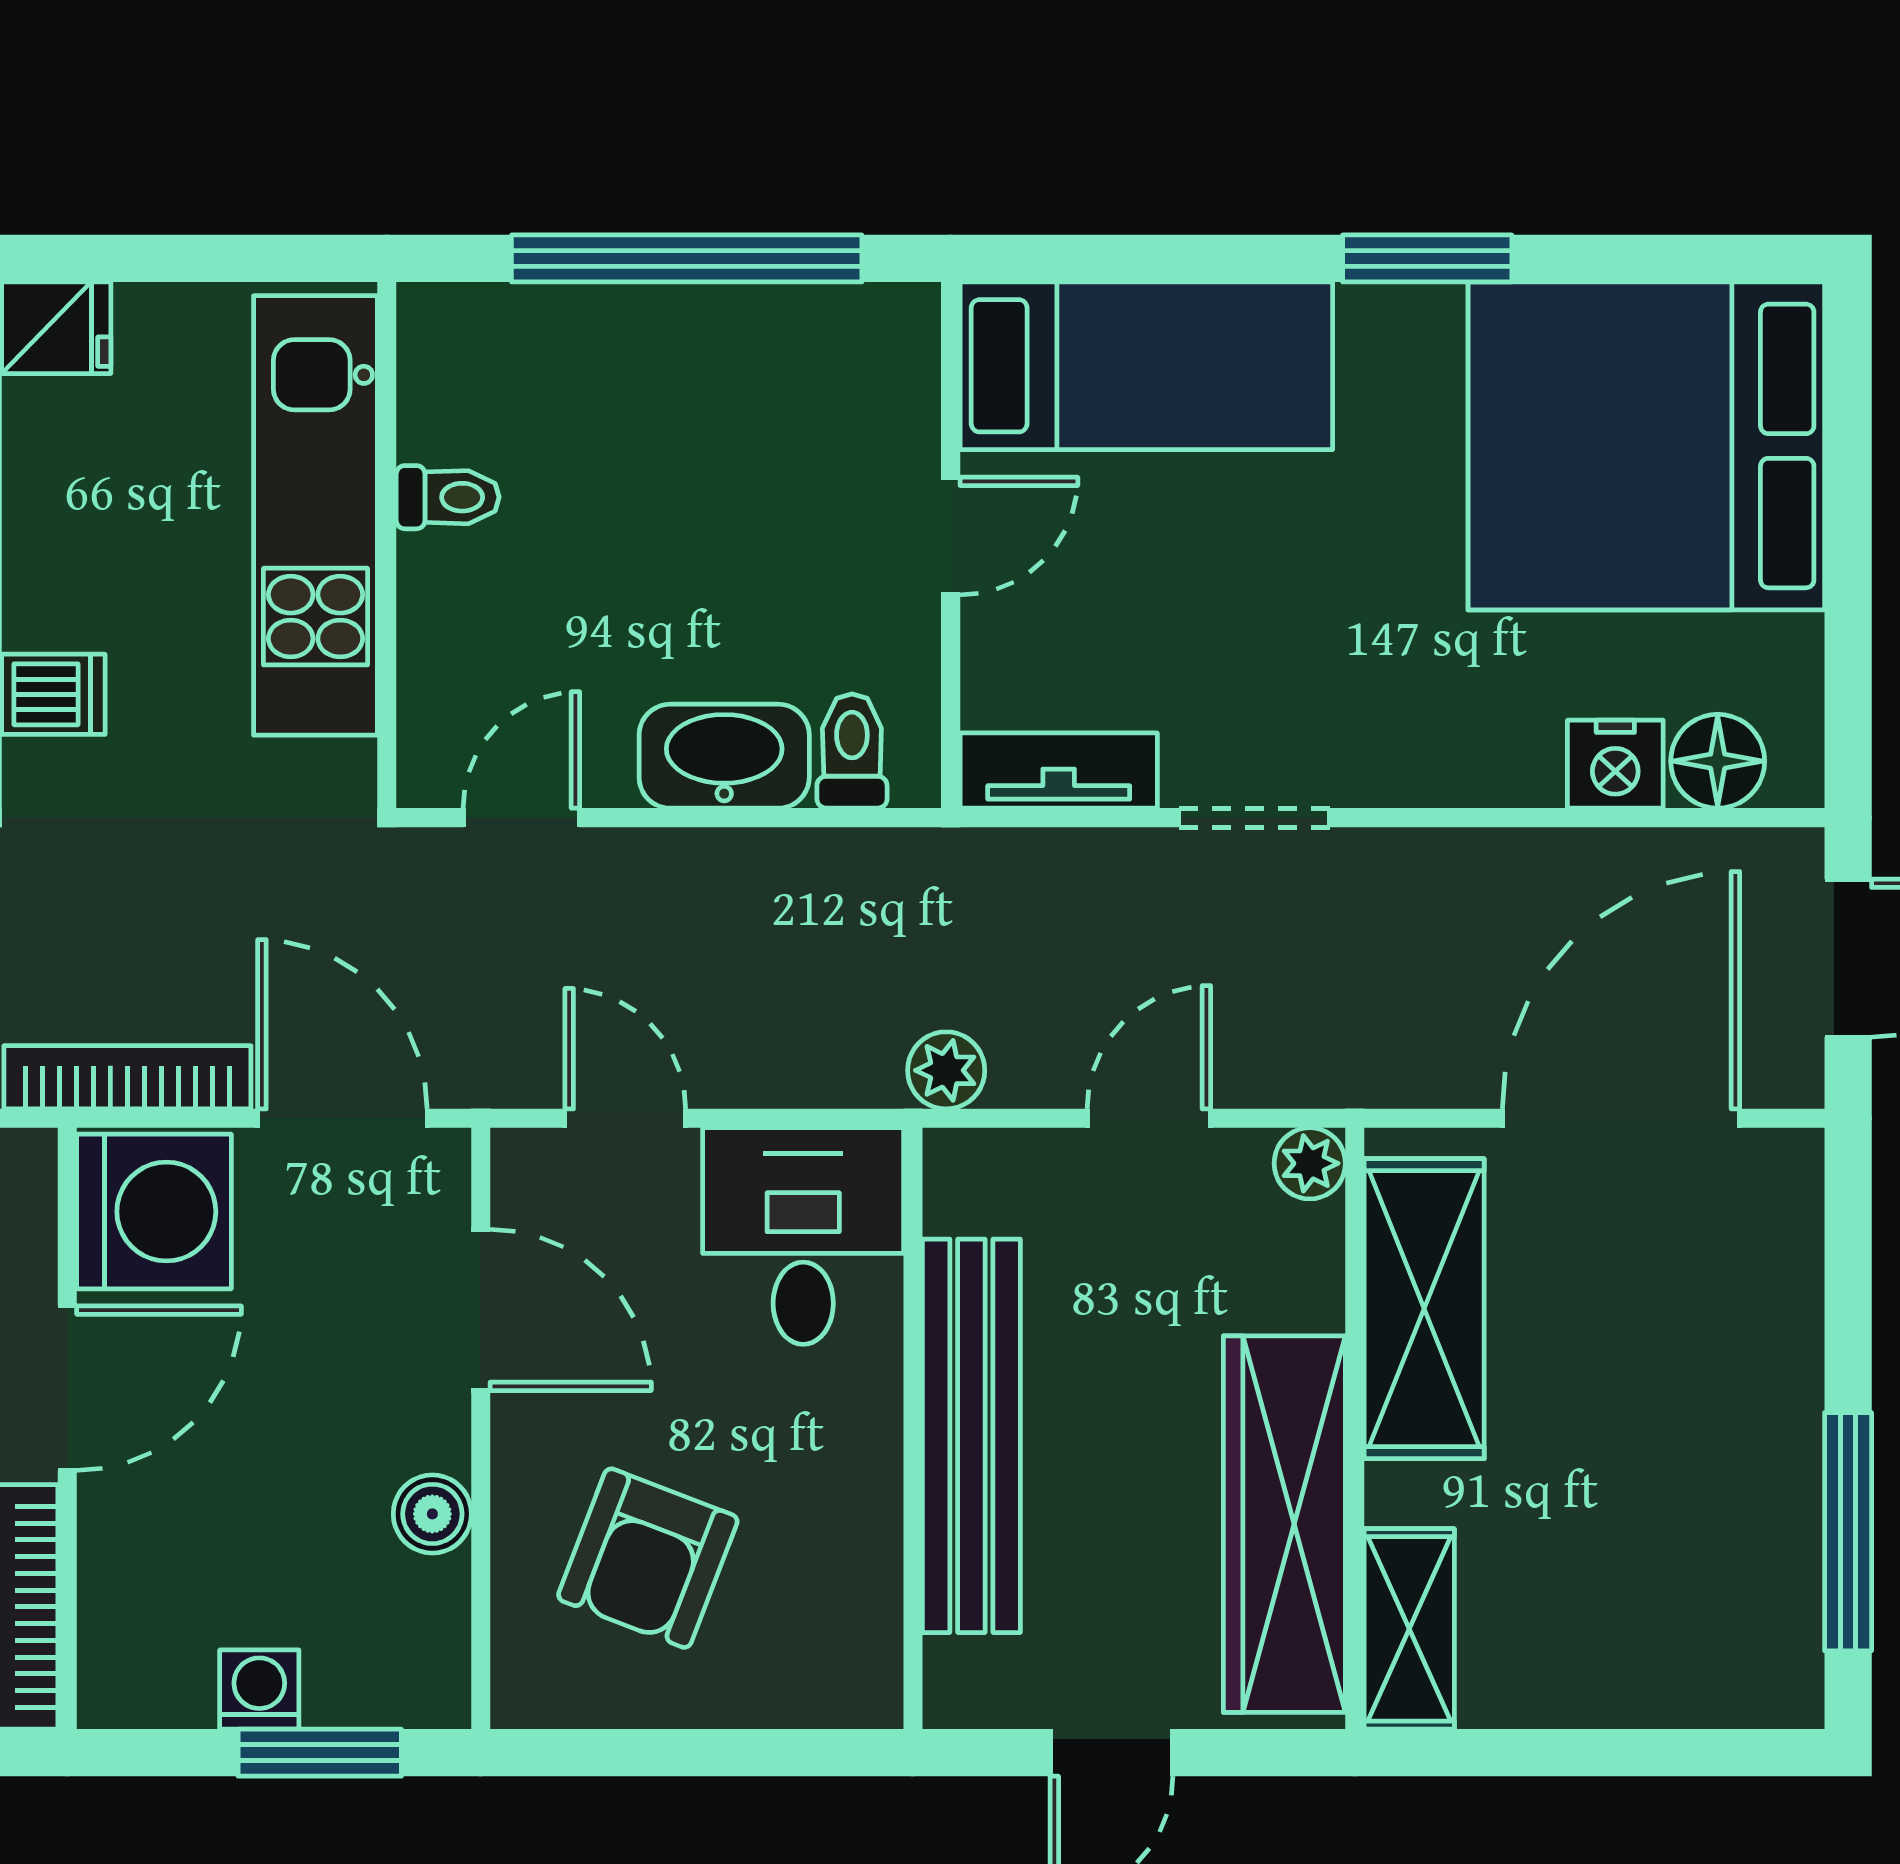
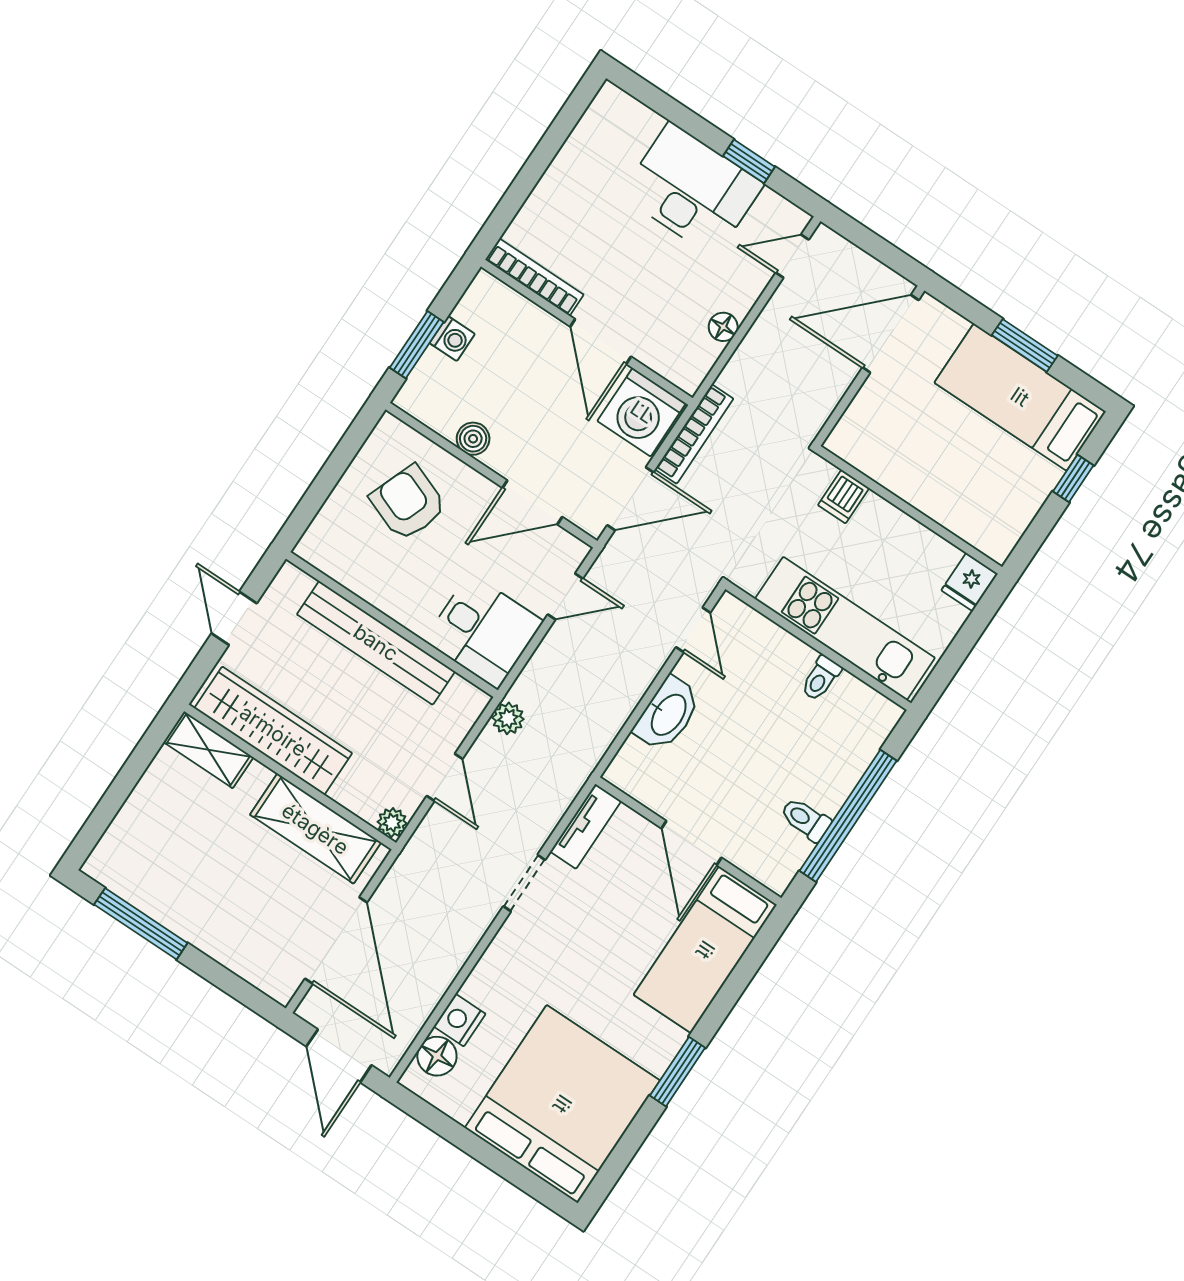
door: (951, 536) -> (691, 843), width x1.38
toilet: (852, 751) -> (805, 819), moved, turned 180

